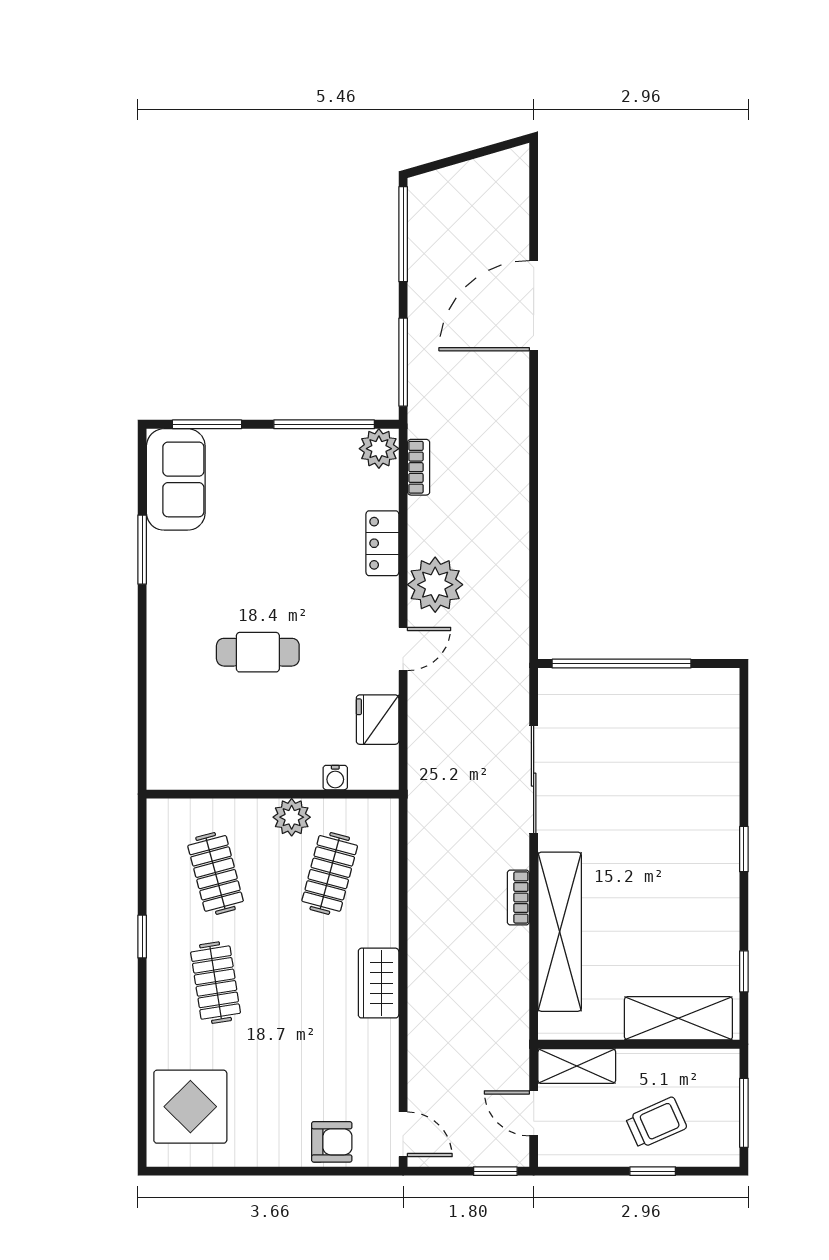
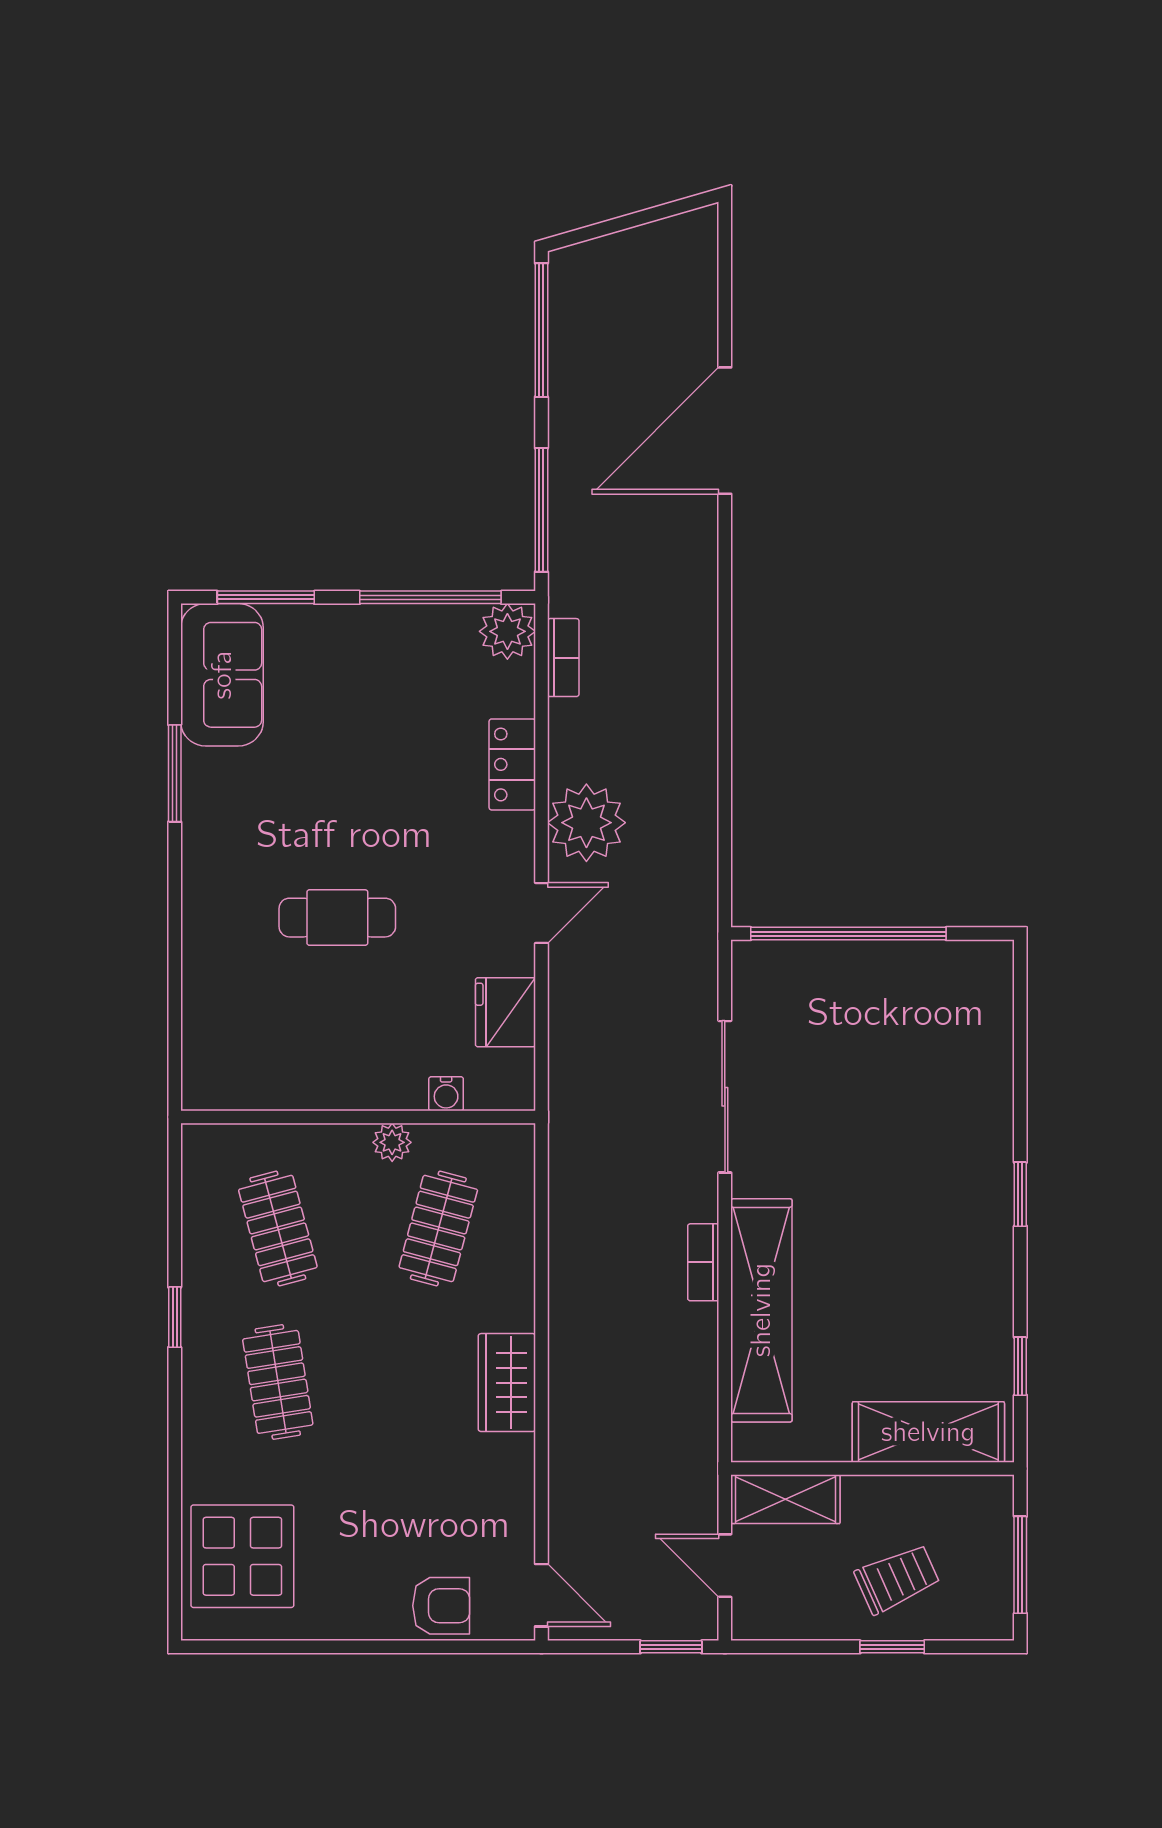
plant: (292, 817) -> (392, 1142), width x0.73, depth x0.73

